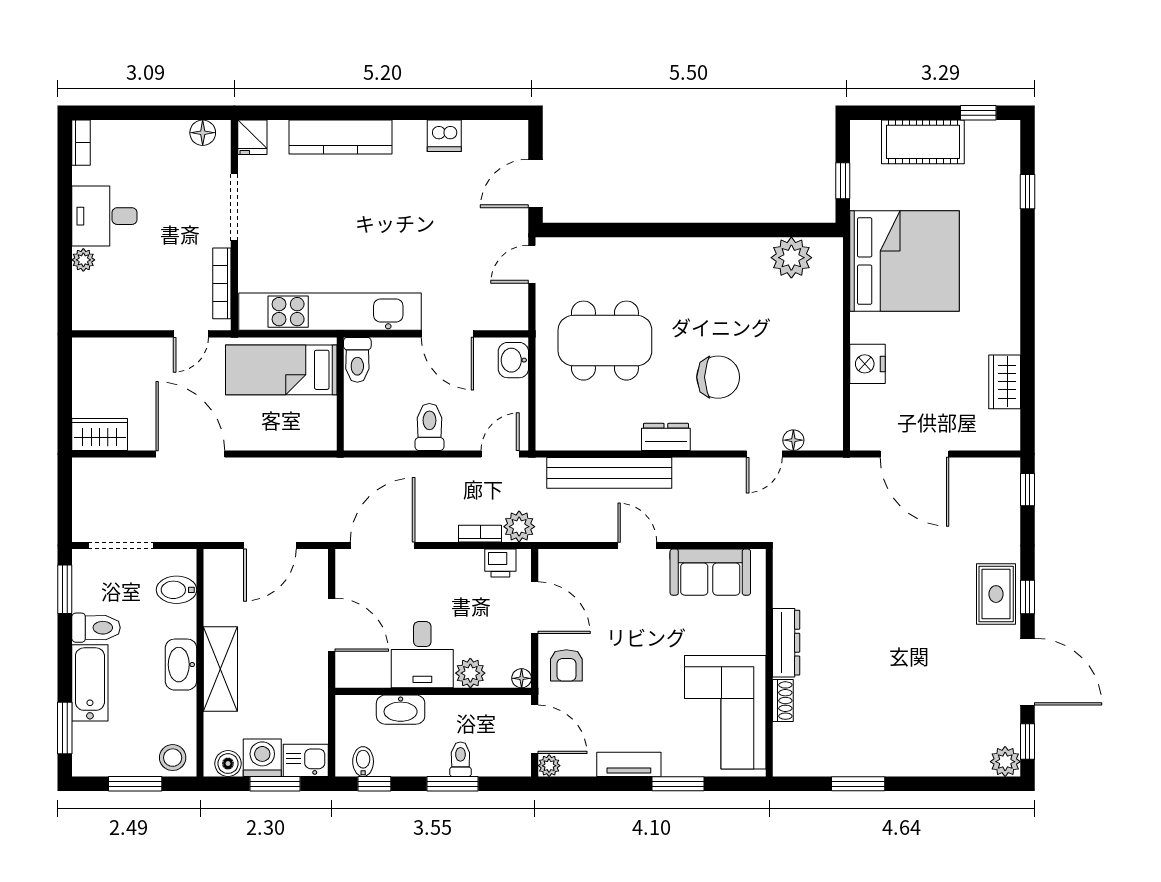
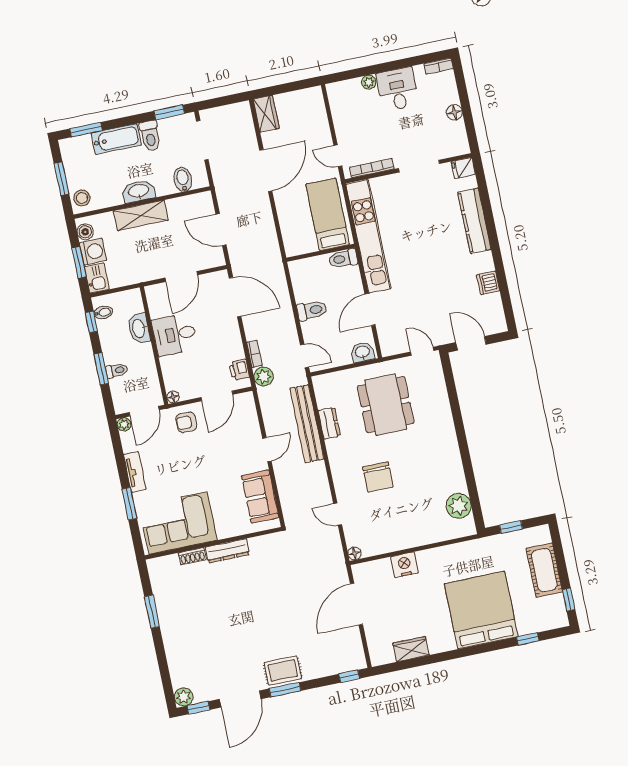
floor lamp: (203, 133) -> (454, 112), moved
bed: (905, 261) -> (481, 610), moved, turned 180
dresser: (666, 437) -> (329, 423), moved
floor lamp: (793, 440) -> (354, 553), moved
window: (1027, 597) -> (285, 690), width x1.50
plant: (470, 673) -> (170, 366), removed

